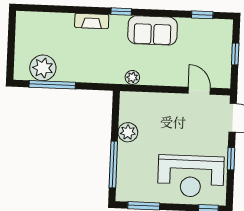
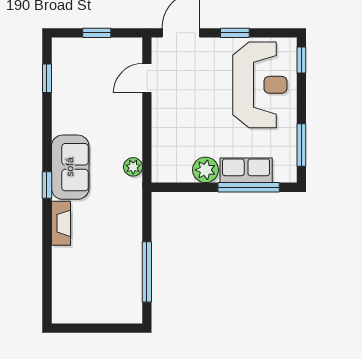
sofa: (153, 30) -> (70, 167), moved
plant: (43, 68) -> (125, 285), removed
row of seats: (126, 163) -> (246, 170), added

